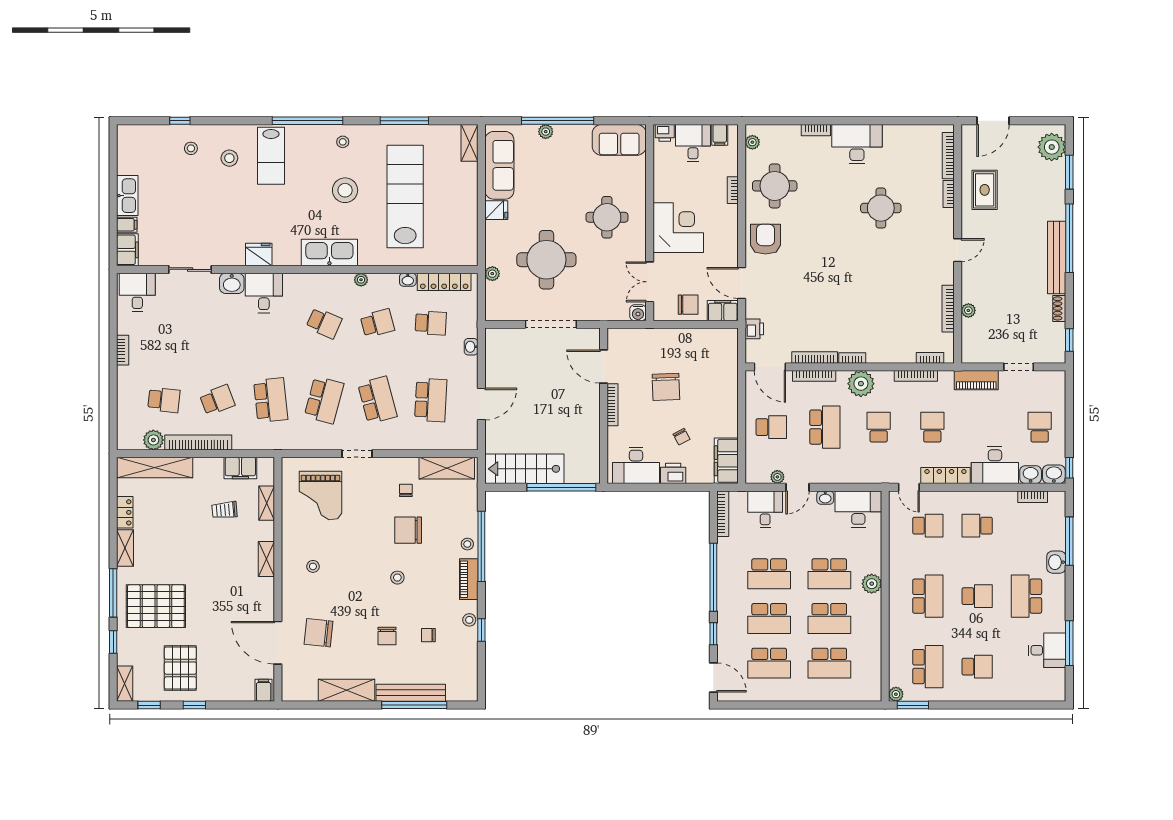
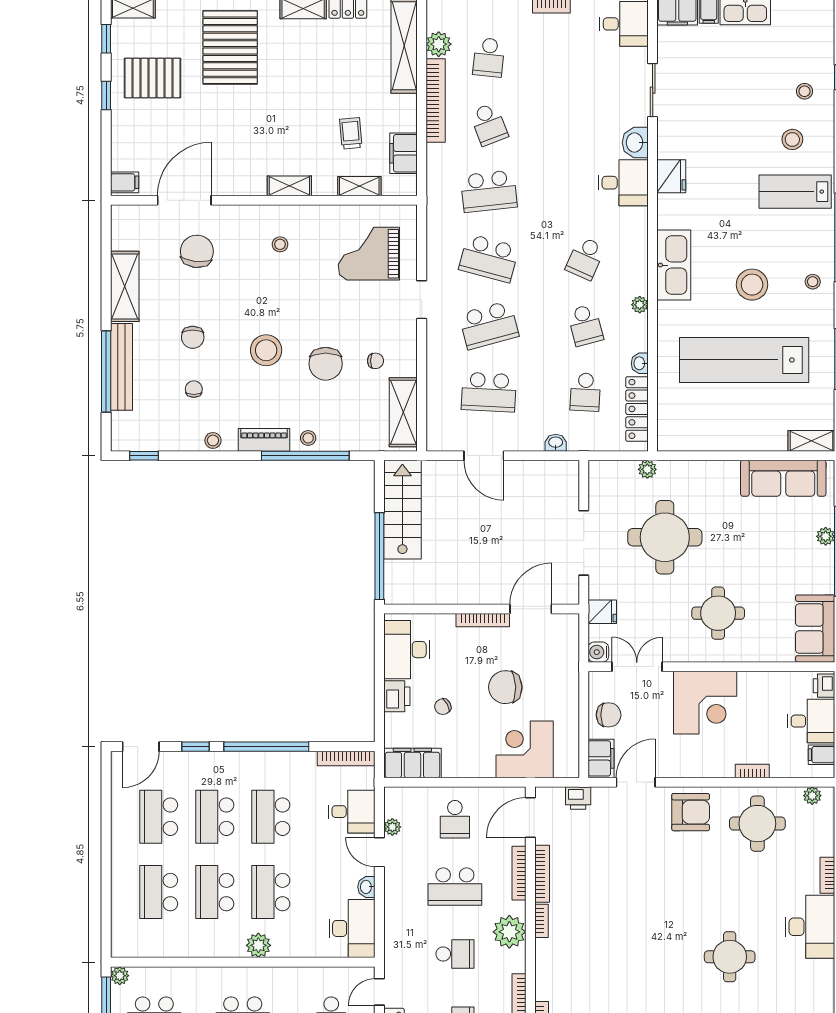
lab bench: (405, 196) -> (744, 360), turned 180
fridge: (496, 210) -> (602, 612), moved, turned -90
chair: (688, 305) -> (609, 715), turned -90
corner desk: (715, 371) -> (525, 749), added
chair: (408, 530) -> (326, 364), turned 180
stool: (397, 578) -> (266, 350), width x1.89, depth x1.89
window: (481, 630) -> (144, 456), moved
chair: (387, 636) -> (193, 337), turned -90

